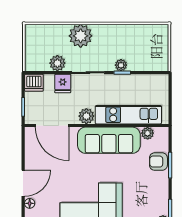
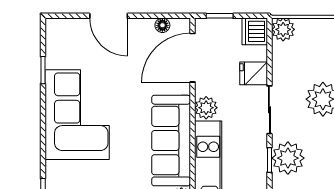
plant: (57, 63) -> (283, 29), moved
plant: (121, 65) -> (288, 158), width x1.88, depth x1.88
floor lamp: (30, 203) -> (162, 25), moved

